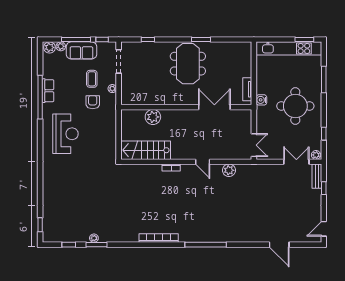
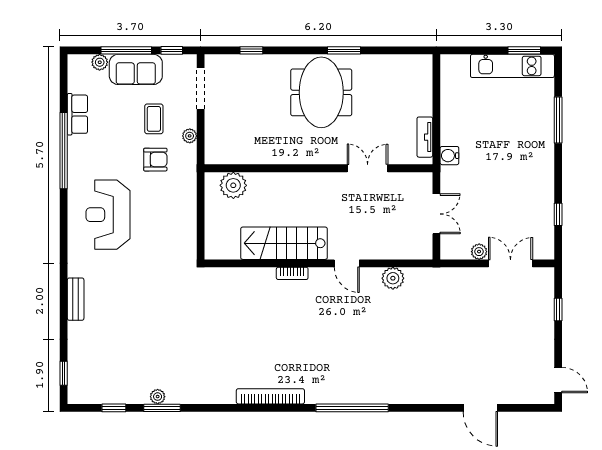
plant: (49, 47) -> (80, 64), removed
kitchen unit: (289, 48) -> (512, 66), width x0.73
row of seats: (48, 91) -> (77, 114), moved
armchair: (93, 102) -> (155, 160), turned 90
round table: (295, 106) -> (509, 166), removed
double door: (214, 107) -> (368, 168), width x0.73
plant: (153, 117) -> (233, 185), moved
reception desk: (66, 134) -> (108, 215), turned 180
double door: (254, 145) -> (436, 214), moved
stairs: (146, 150) -> (284, 243), moved
plant: (316, 155) -> (479, 252), moved
bench: (317, 176) -> (76, 299), moved
door: (324, 229) -> (558, 380), swing flipped

